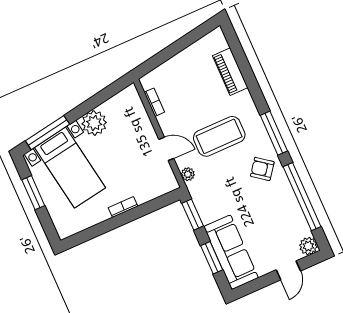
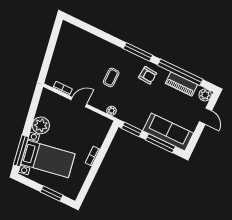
piano: (230, 72) -> (181, 84), moved
coffee table: (219, 136) -> (111, 77), width x0.54, depth x0.58
door: (166, 149) -> (79, 102), moved
armchair: (262, 169) -> (148, 75), turned -122
window: (33, 193) -> (52, 194), moved
window: (212, 258) -> (160, 143), width x1.44

